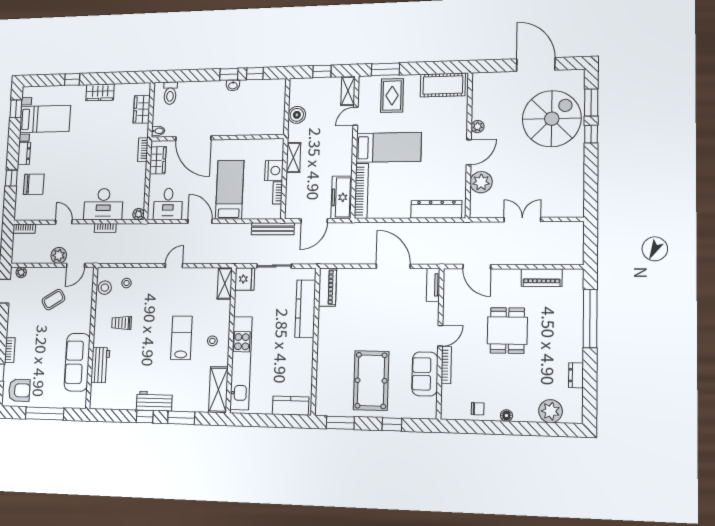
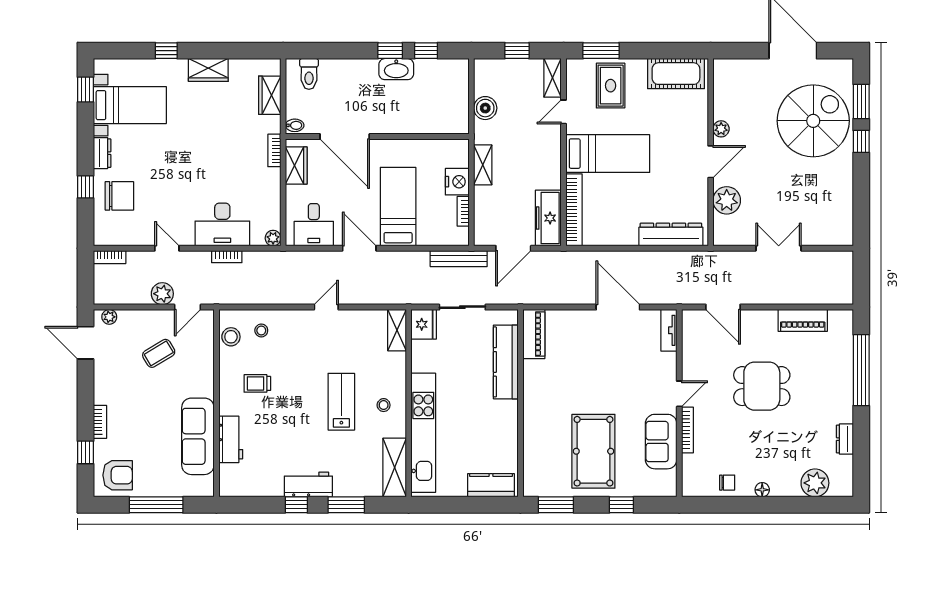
washbasin: (233, 85) -> (396, 69), width x1.91, depth x1.45
dining table: (507, 330) -> (762, 386), turned 90

